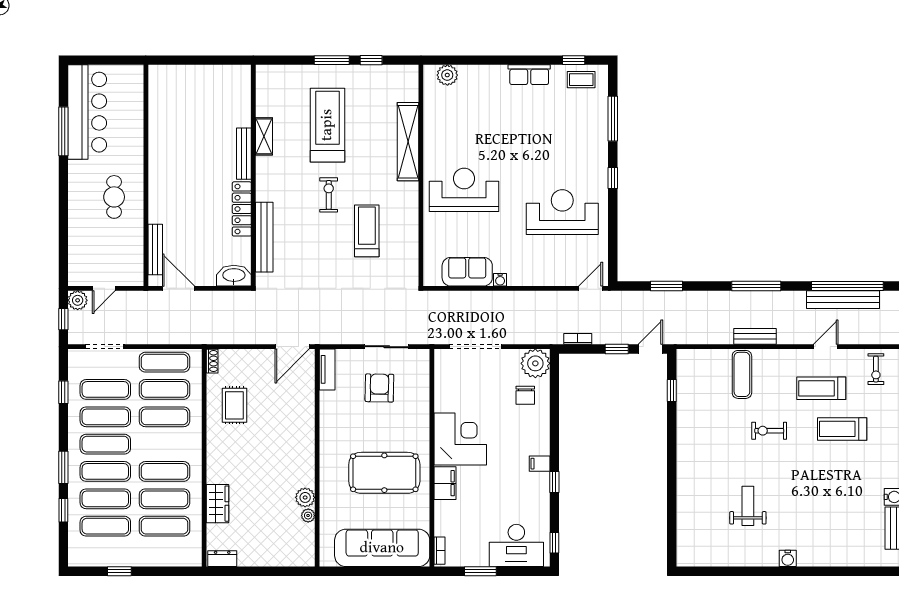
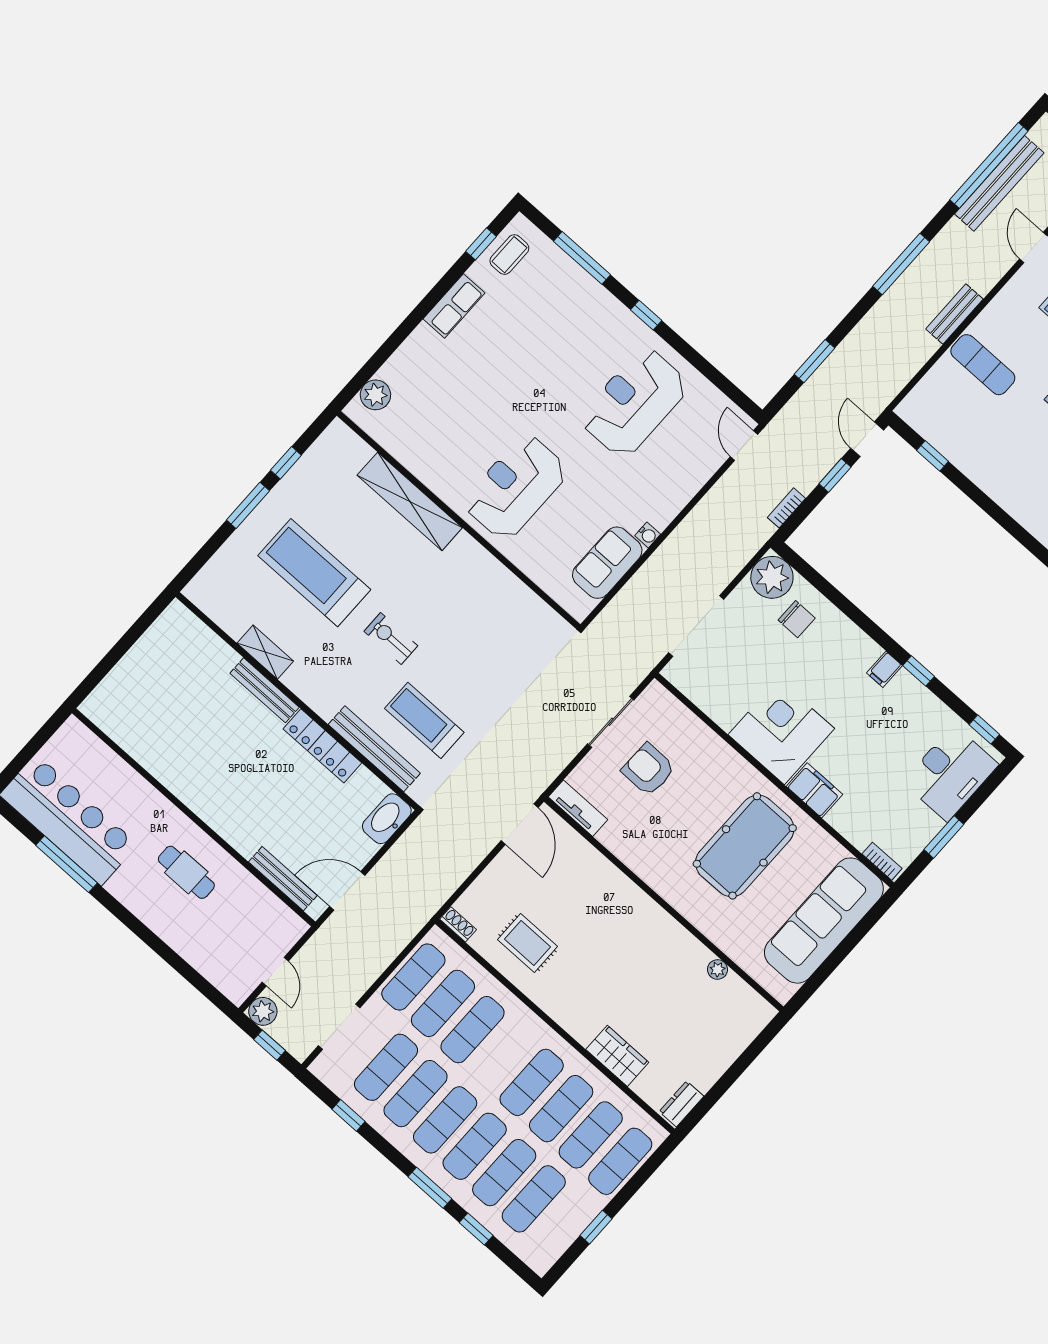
treadmill: (367, 231) -> (424, 720), moved
plant: (305, 497) -> (695, 955), removed
exercise mat: (164, 553) -> (620, 1161), added

